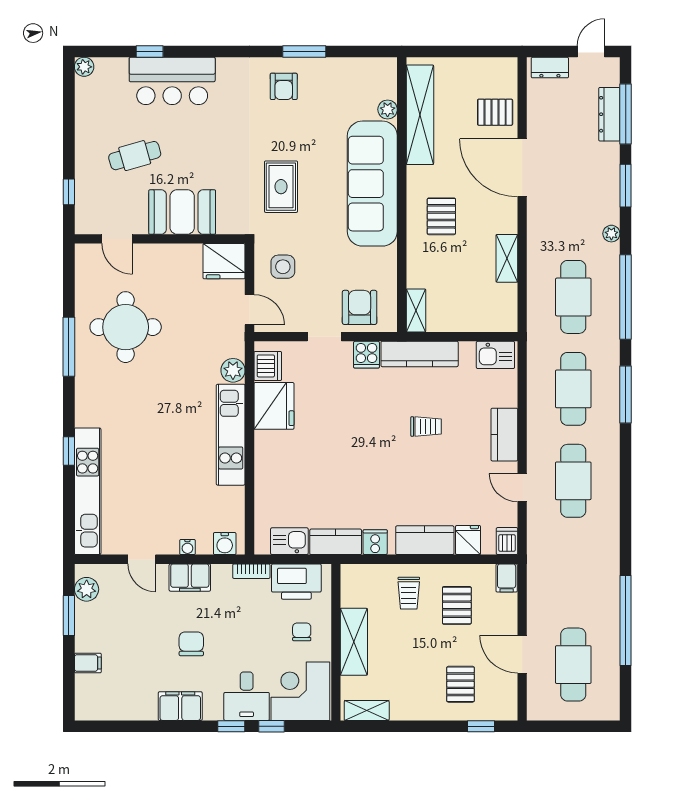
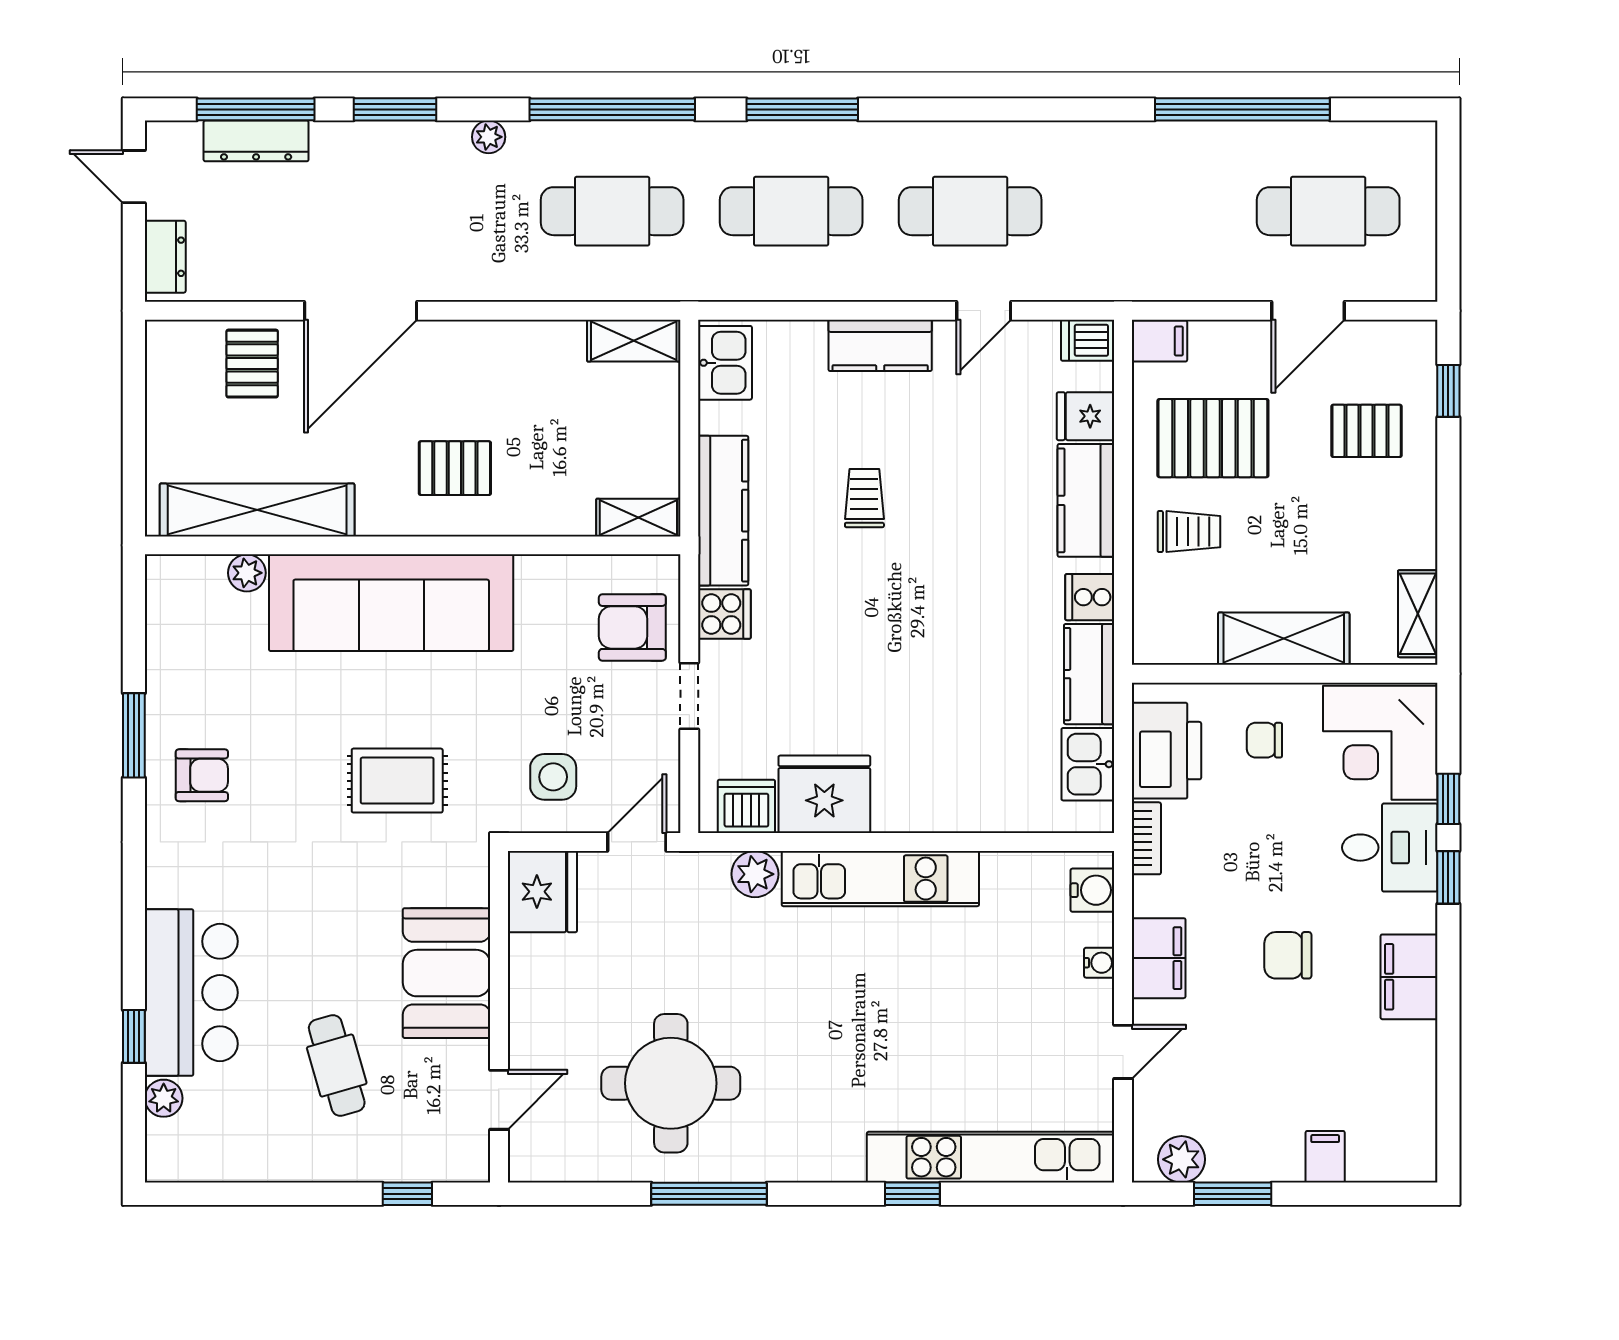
plant: (84, 67) -> (164, 1098), moved
shelving: (507, 258) -> (634, 341), moved
pallet: (457, 605) -> (1213, 438), width x1.50, depth x1.42

